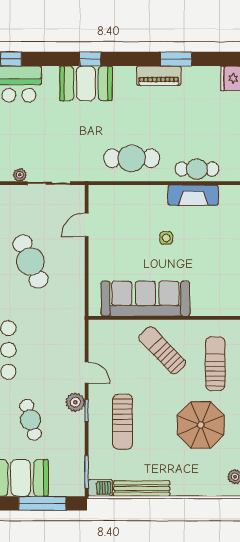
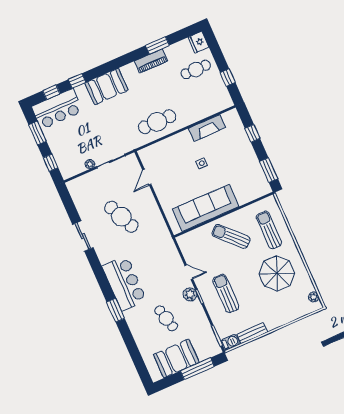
window: (90, 59) -> (77, 81), moved
cafe table: (197, 169) -> (196, 70), moved
sun lounger: (123, 422) -> (226, 293), turned 180
bench: (142, 489) -> (252, 333), width x0.73

